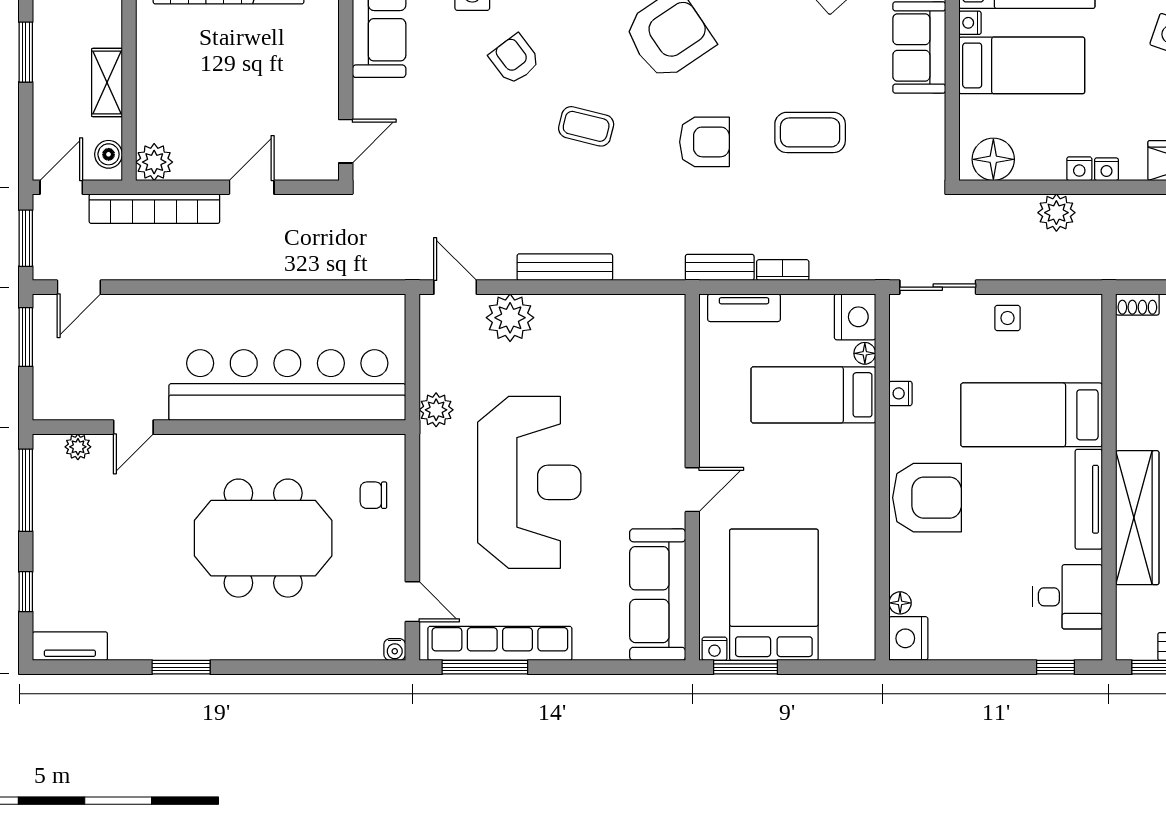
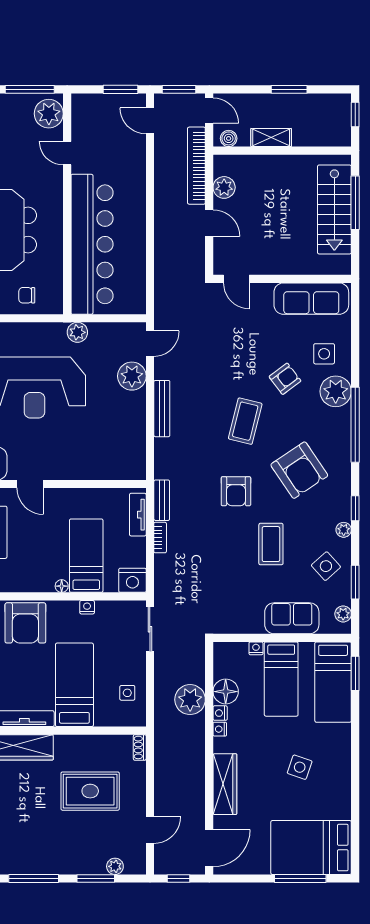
nightstand: (970, 23) -> (256, 648), moved
coffee table: (586, 126) -> (245, 421), width x1.36, depth x1.30
coffee table: (810, 132) -> (271, 544), moved
floor lamp: (993, 159) -> (226, 692), moved
plant: (154, 162) -> (224, 187), moved
plant: (1056, 213) -> (190, 700), width x1.36, depth x1.36
side table: (1008, 318) -> (127, 693), moved
floor lamp: (865, 353) -> (62, 586), moved
plant: (78, 447) -> (49, 114), width x1.87, depth x1.87
chair: (373, 495) -> (27, 295), turned -90

